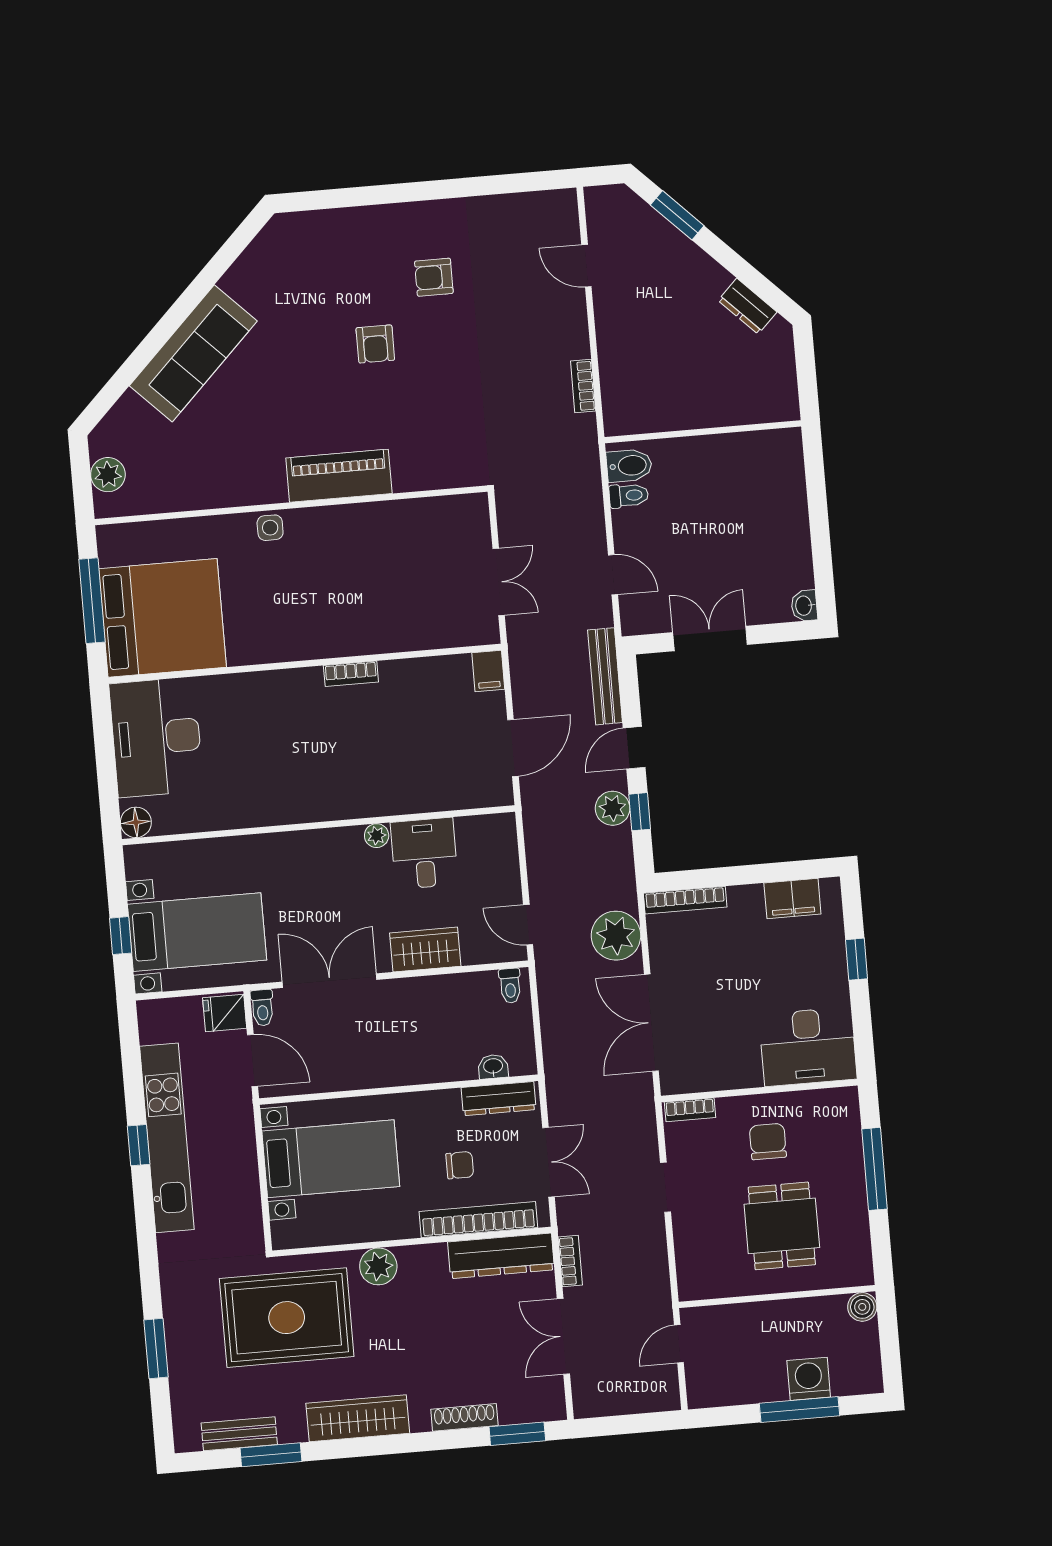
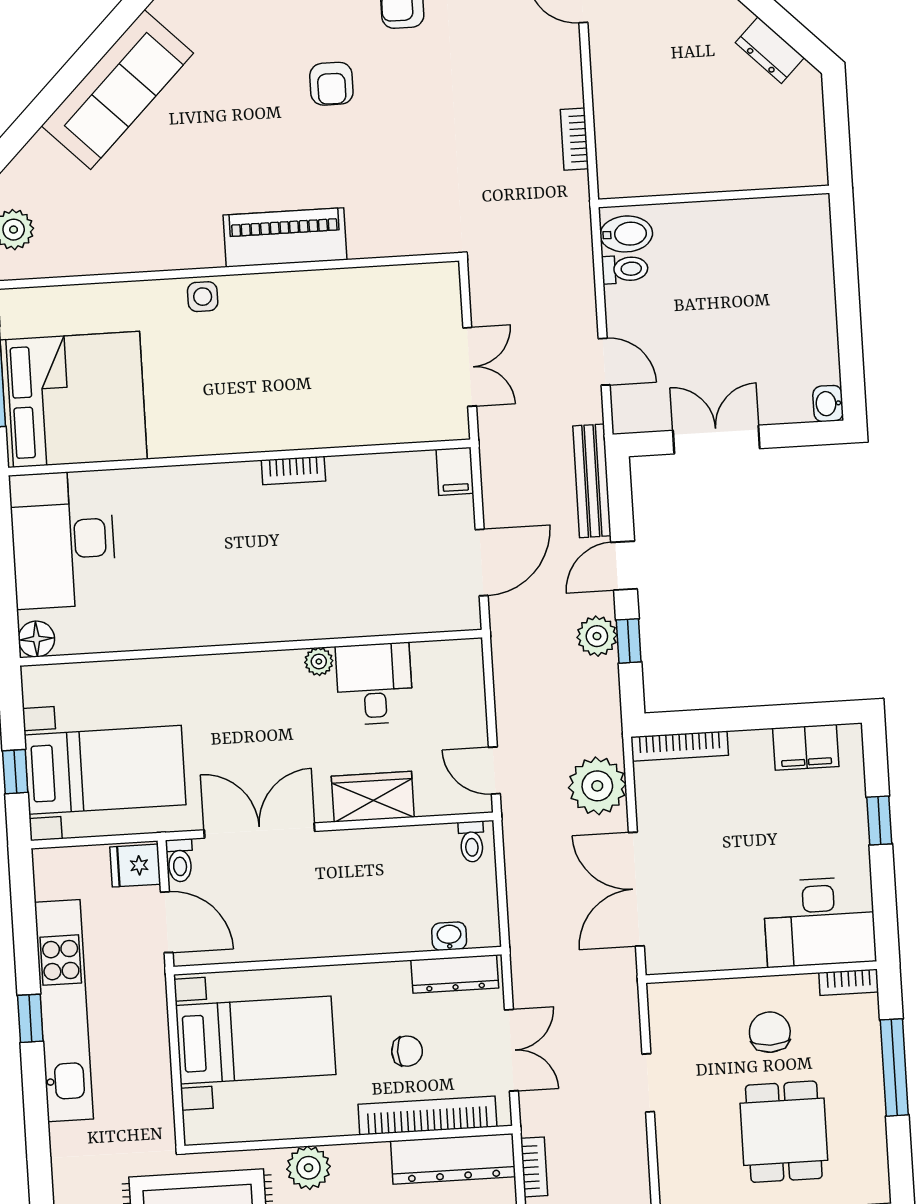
bookcase: (690, 1110) -> (849, 982), moved

